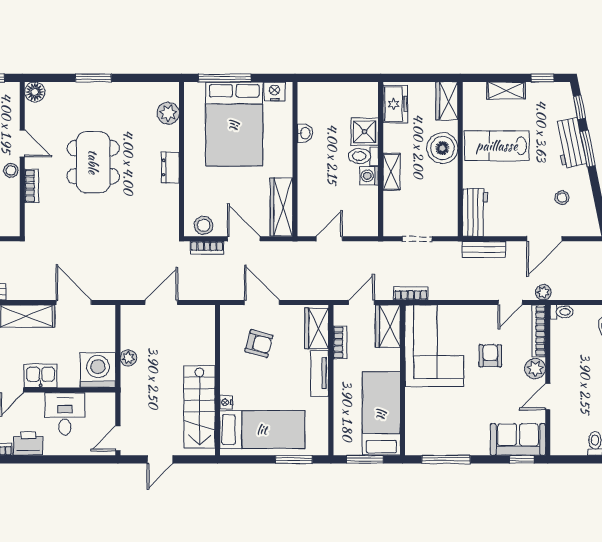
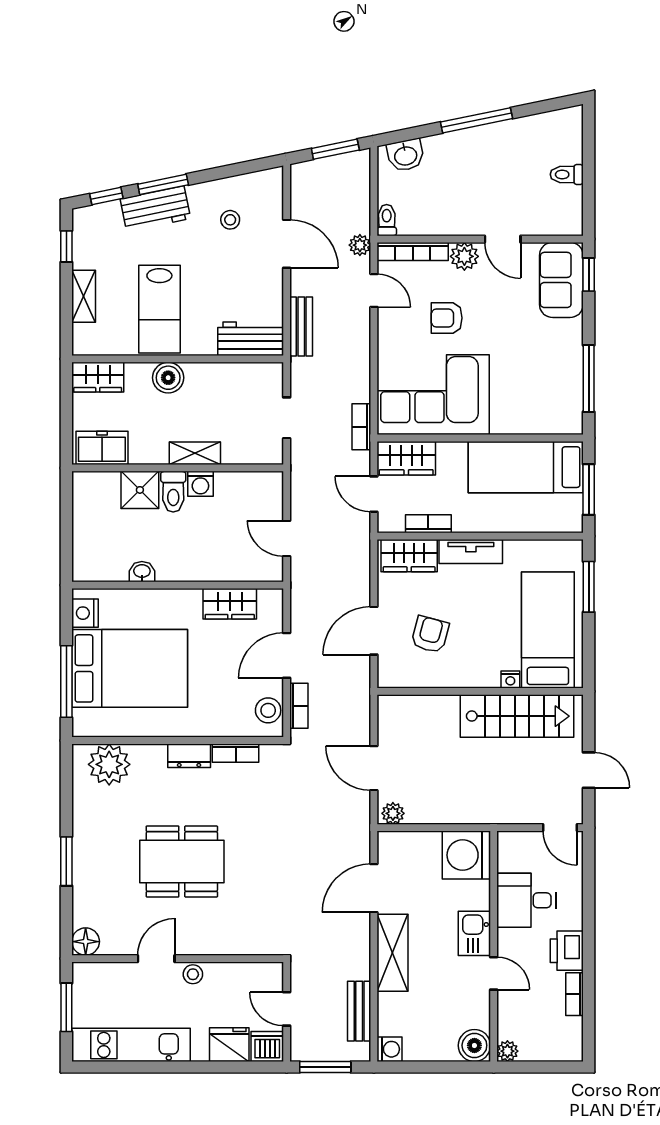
plant: (168, 113) -> (109, 764), width x1.36, depth x1.36
boiler: (442, 148) -> (168, 378), width x0.73, depth x0.73
bookcase: (31, 186) -> (236, 753), moved, turned 180
wardrobe: (281, 207) -> (230, 604), width x0.67
plant: (128, 358) -> (393, 813), moved

